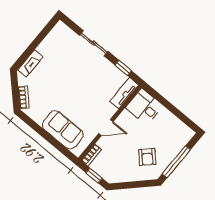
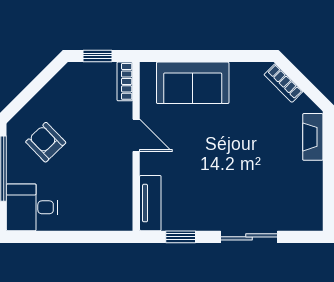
desk: (144, 107) -> (32, 207), moved, turned 180
door: (106, 127) -> (136, 135), swing flipped

